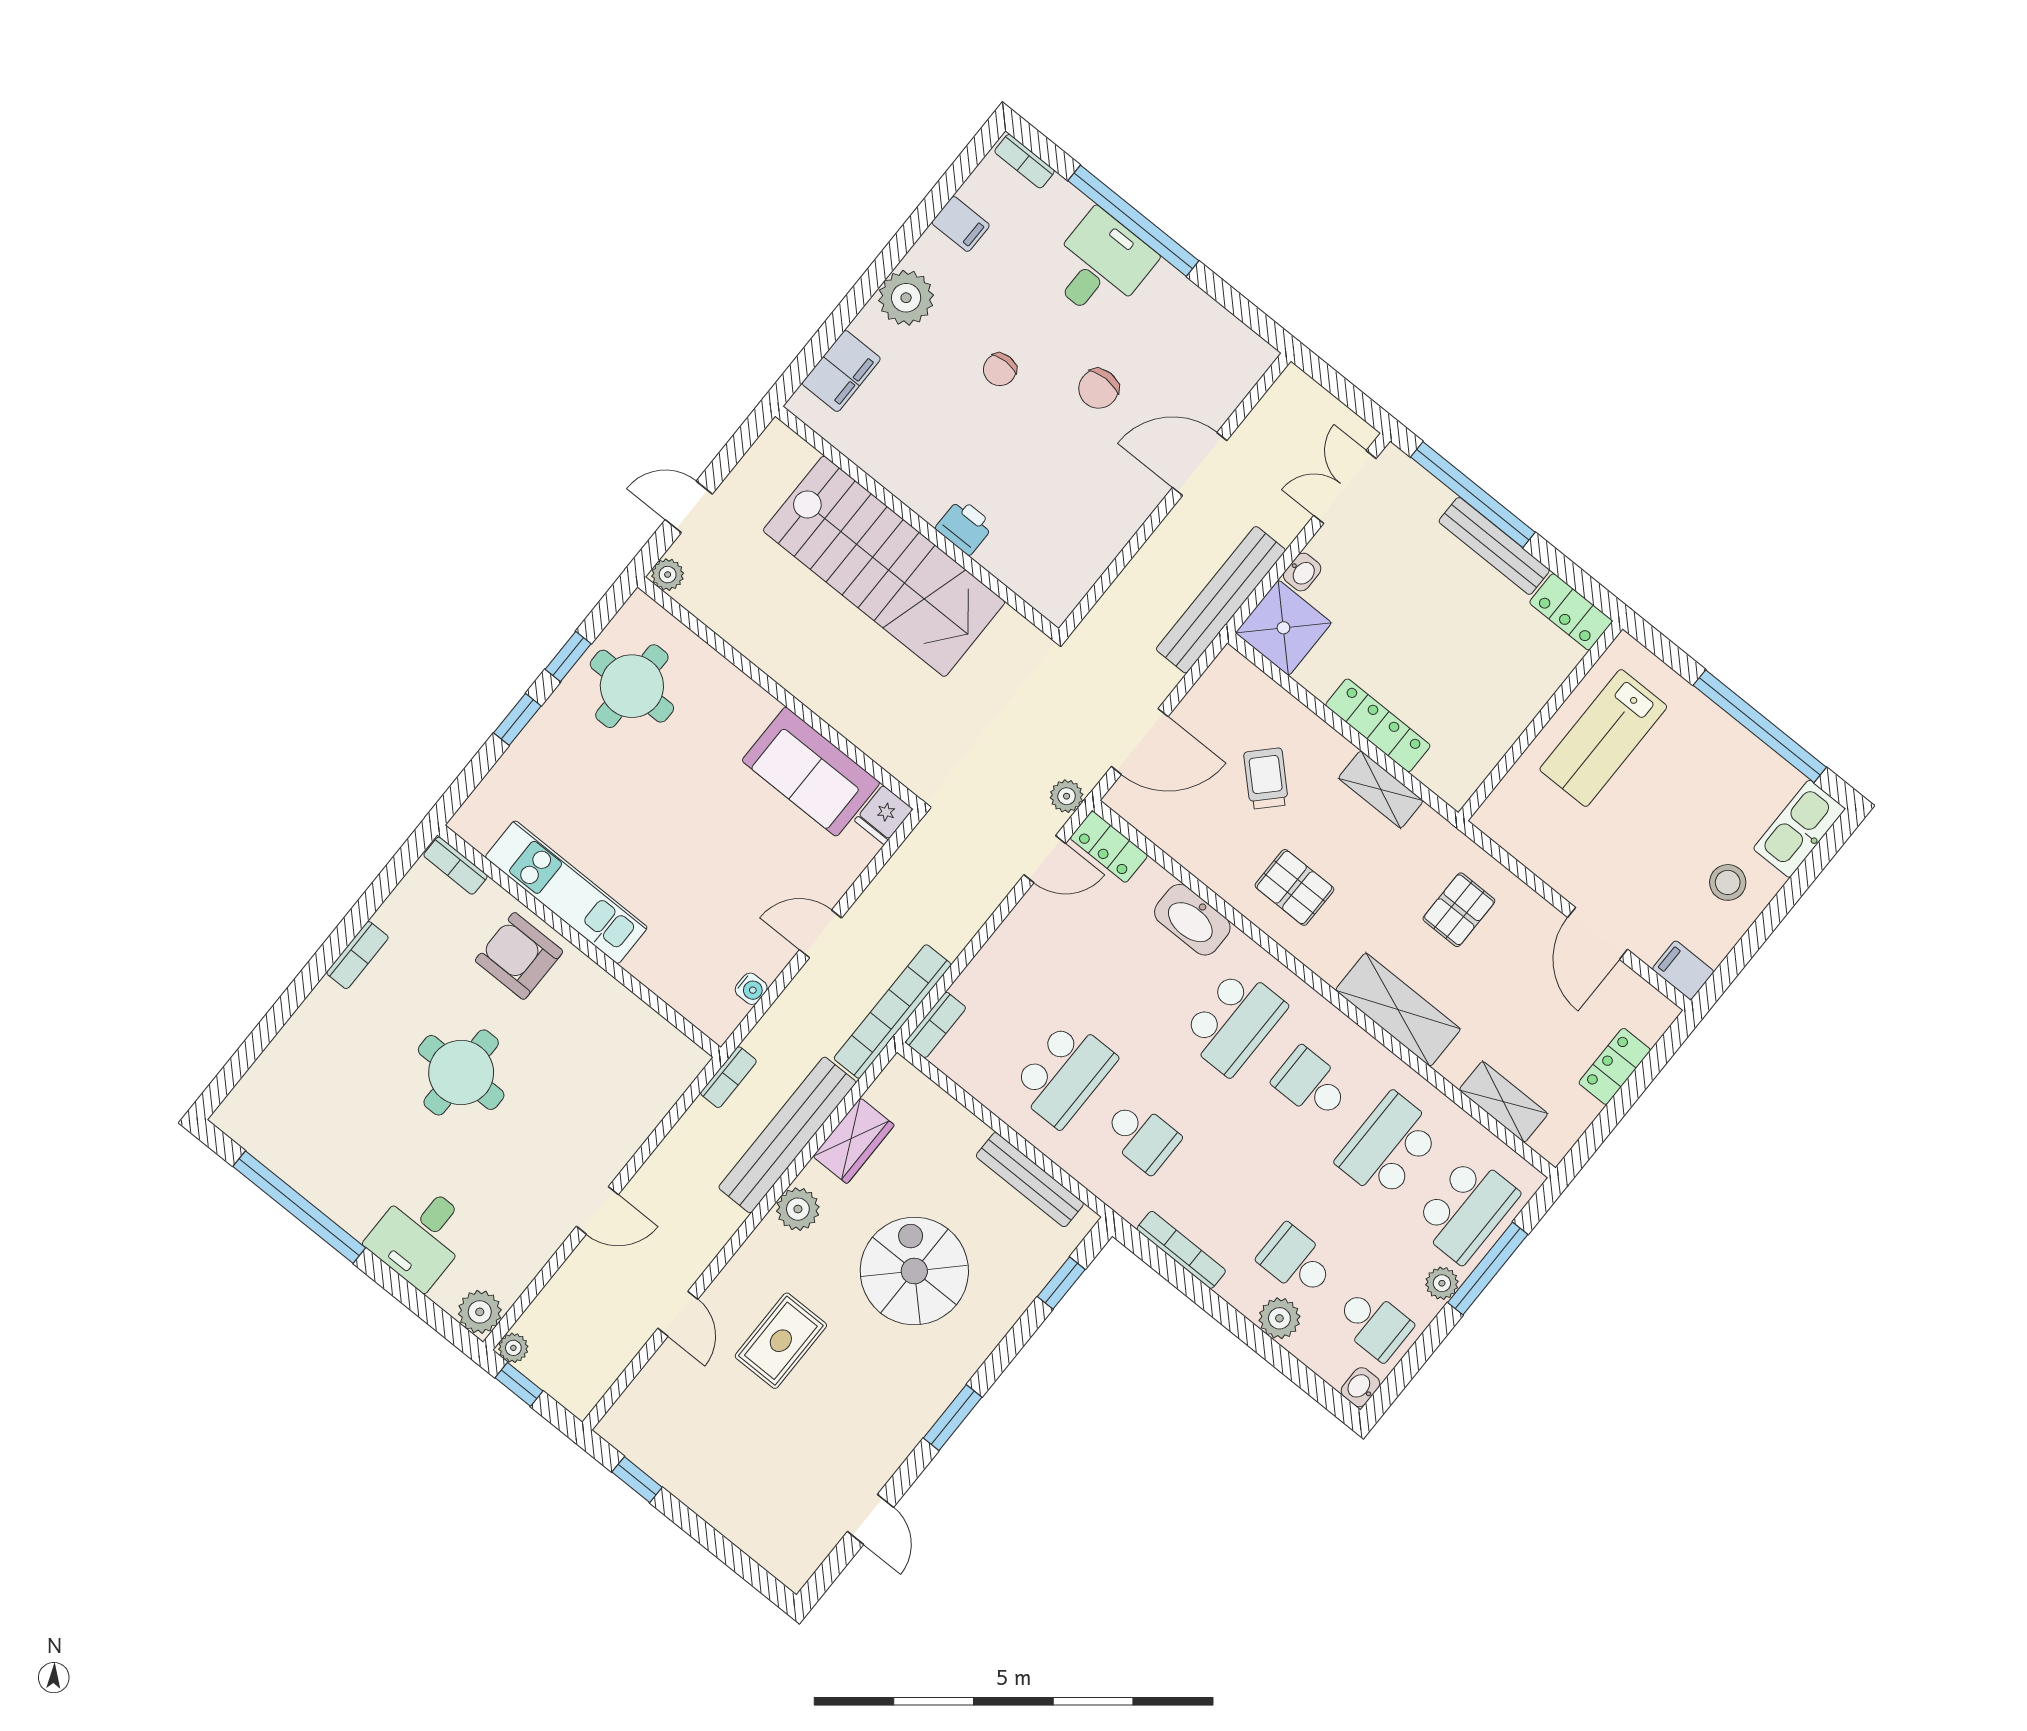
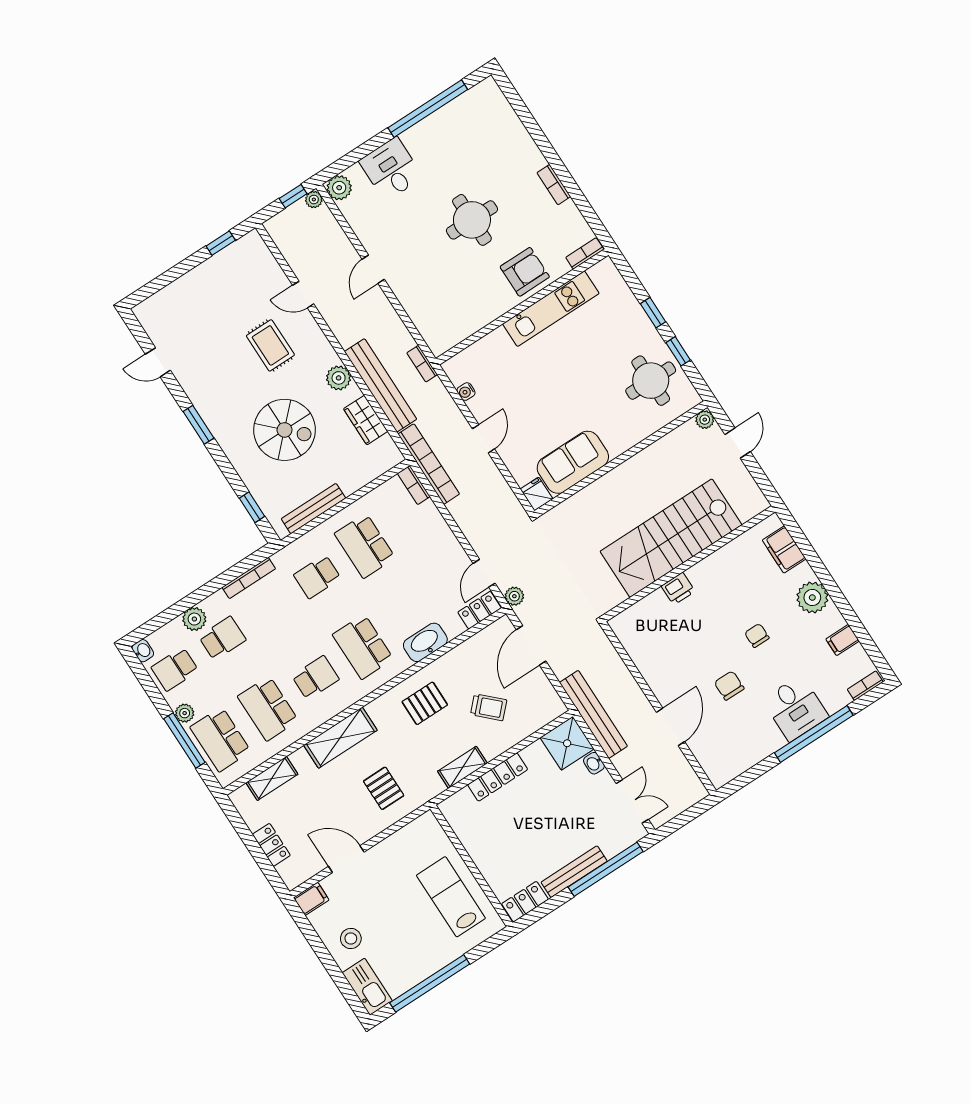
school desk: (1389, 1147) -> (268, 708), turned 180

